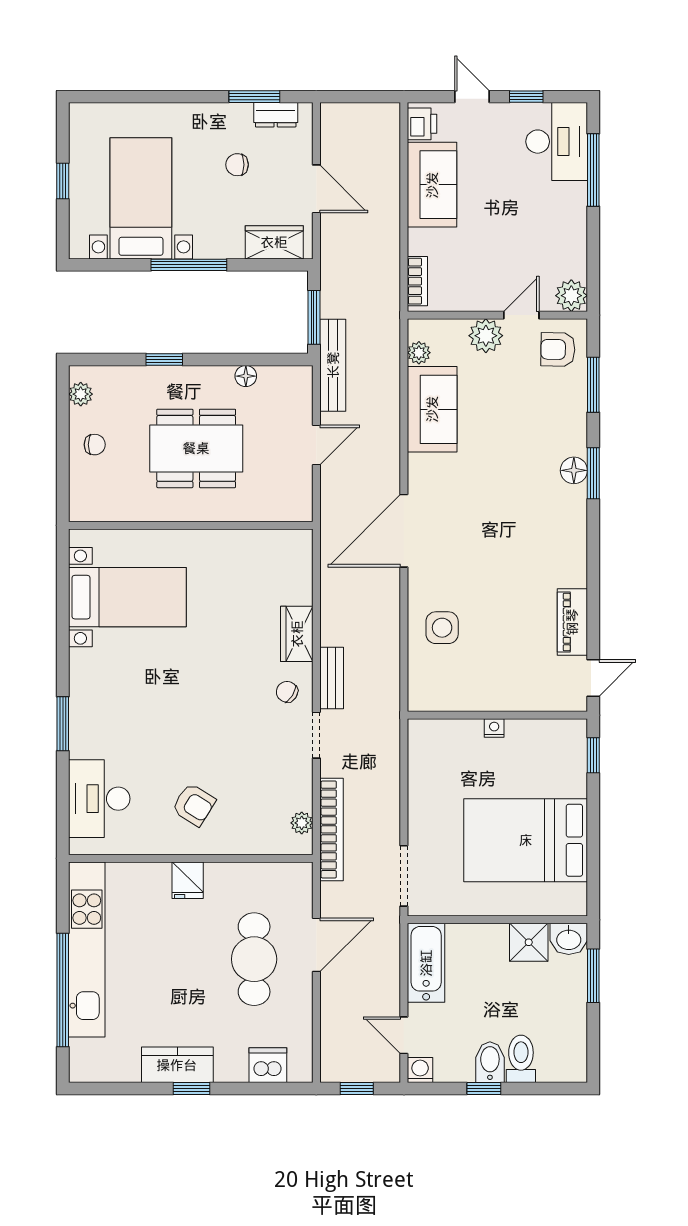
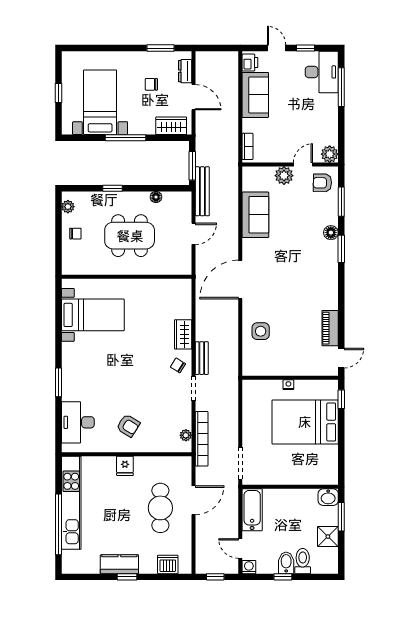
dresser: (276, 115) -> (185, 71), moved, turned 90
plant: (419, 353) -> (248, 185), removed
floor lamp: (574, 470) -> (331, 233), moved
bed: (526, 840) -> (305, 422), moved
shower: (529, 942) -> (328, 537), moved

